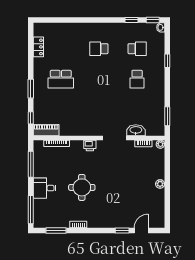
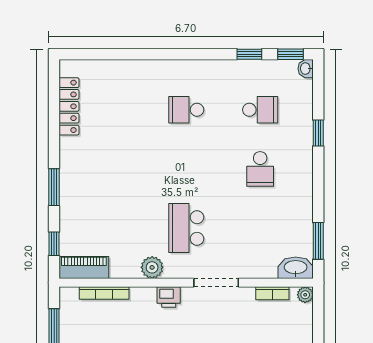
locker: (38, 47) -> (69, 106), width x1.53
school desk: (61, 79) -> (186, 228), moved, turned 90
plant: (81, 130) -> (152, 267), added
washbasin: (136, 130) -> (296, 268), moved

